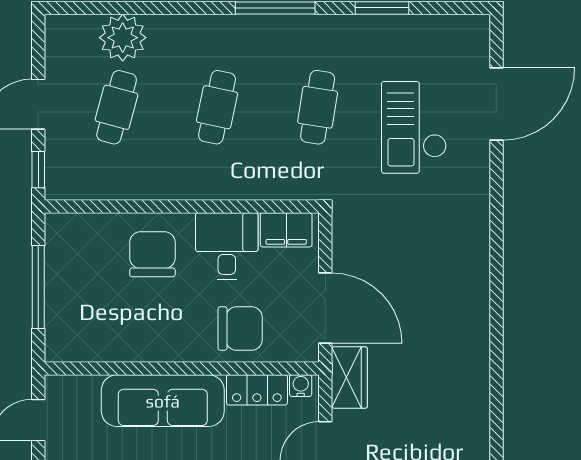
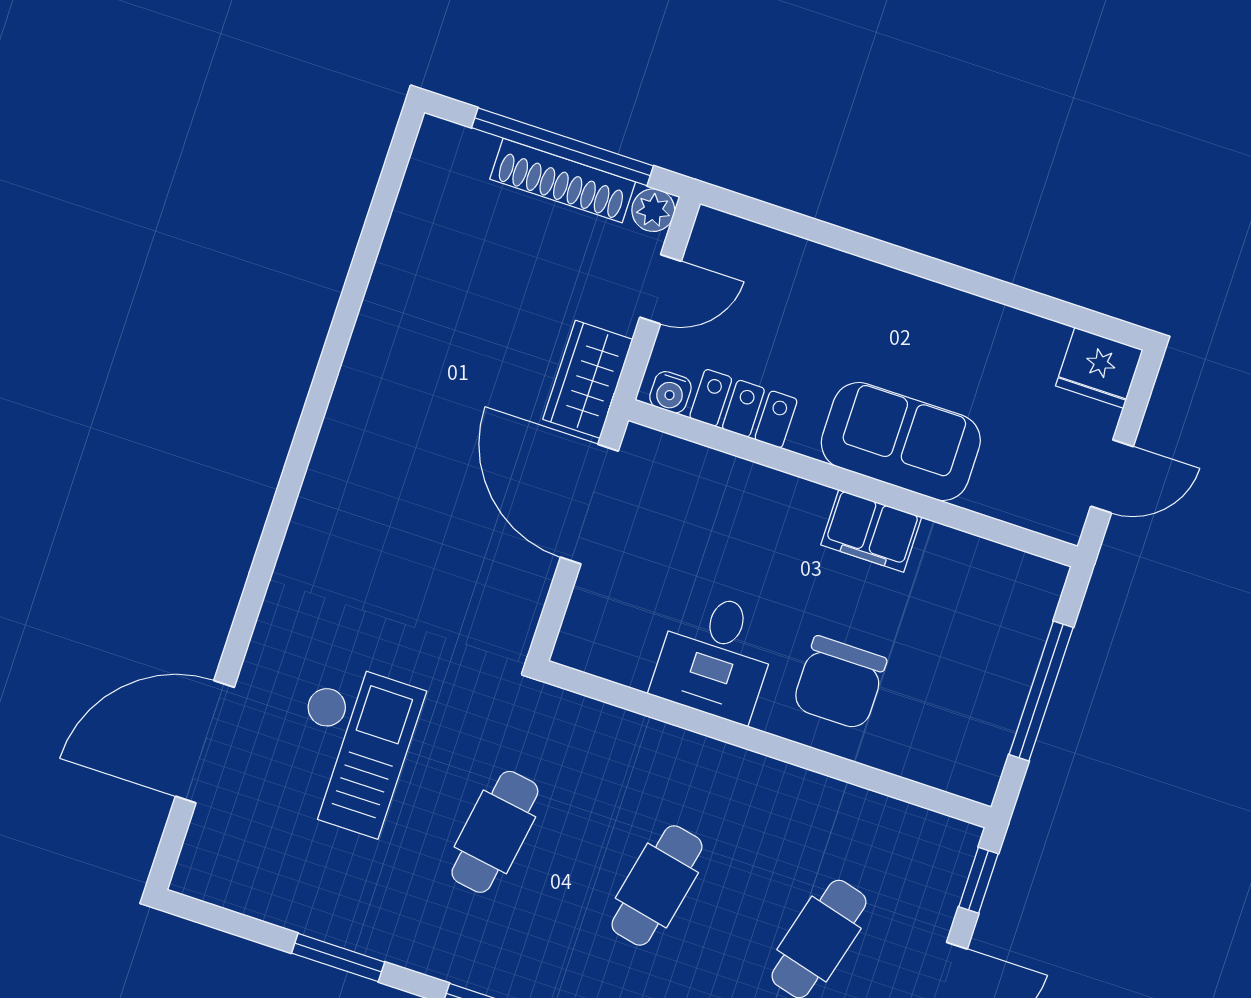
filing cabinet: (286, 230) -> (871, 531), moved, turned 180
chair: (240, 329) -> (738, 516), removed
sofa: (163, 401) -> (901, 442), width x0.73

